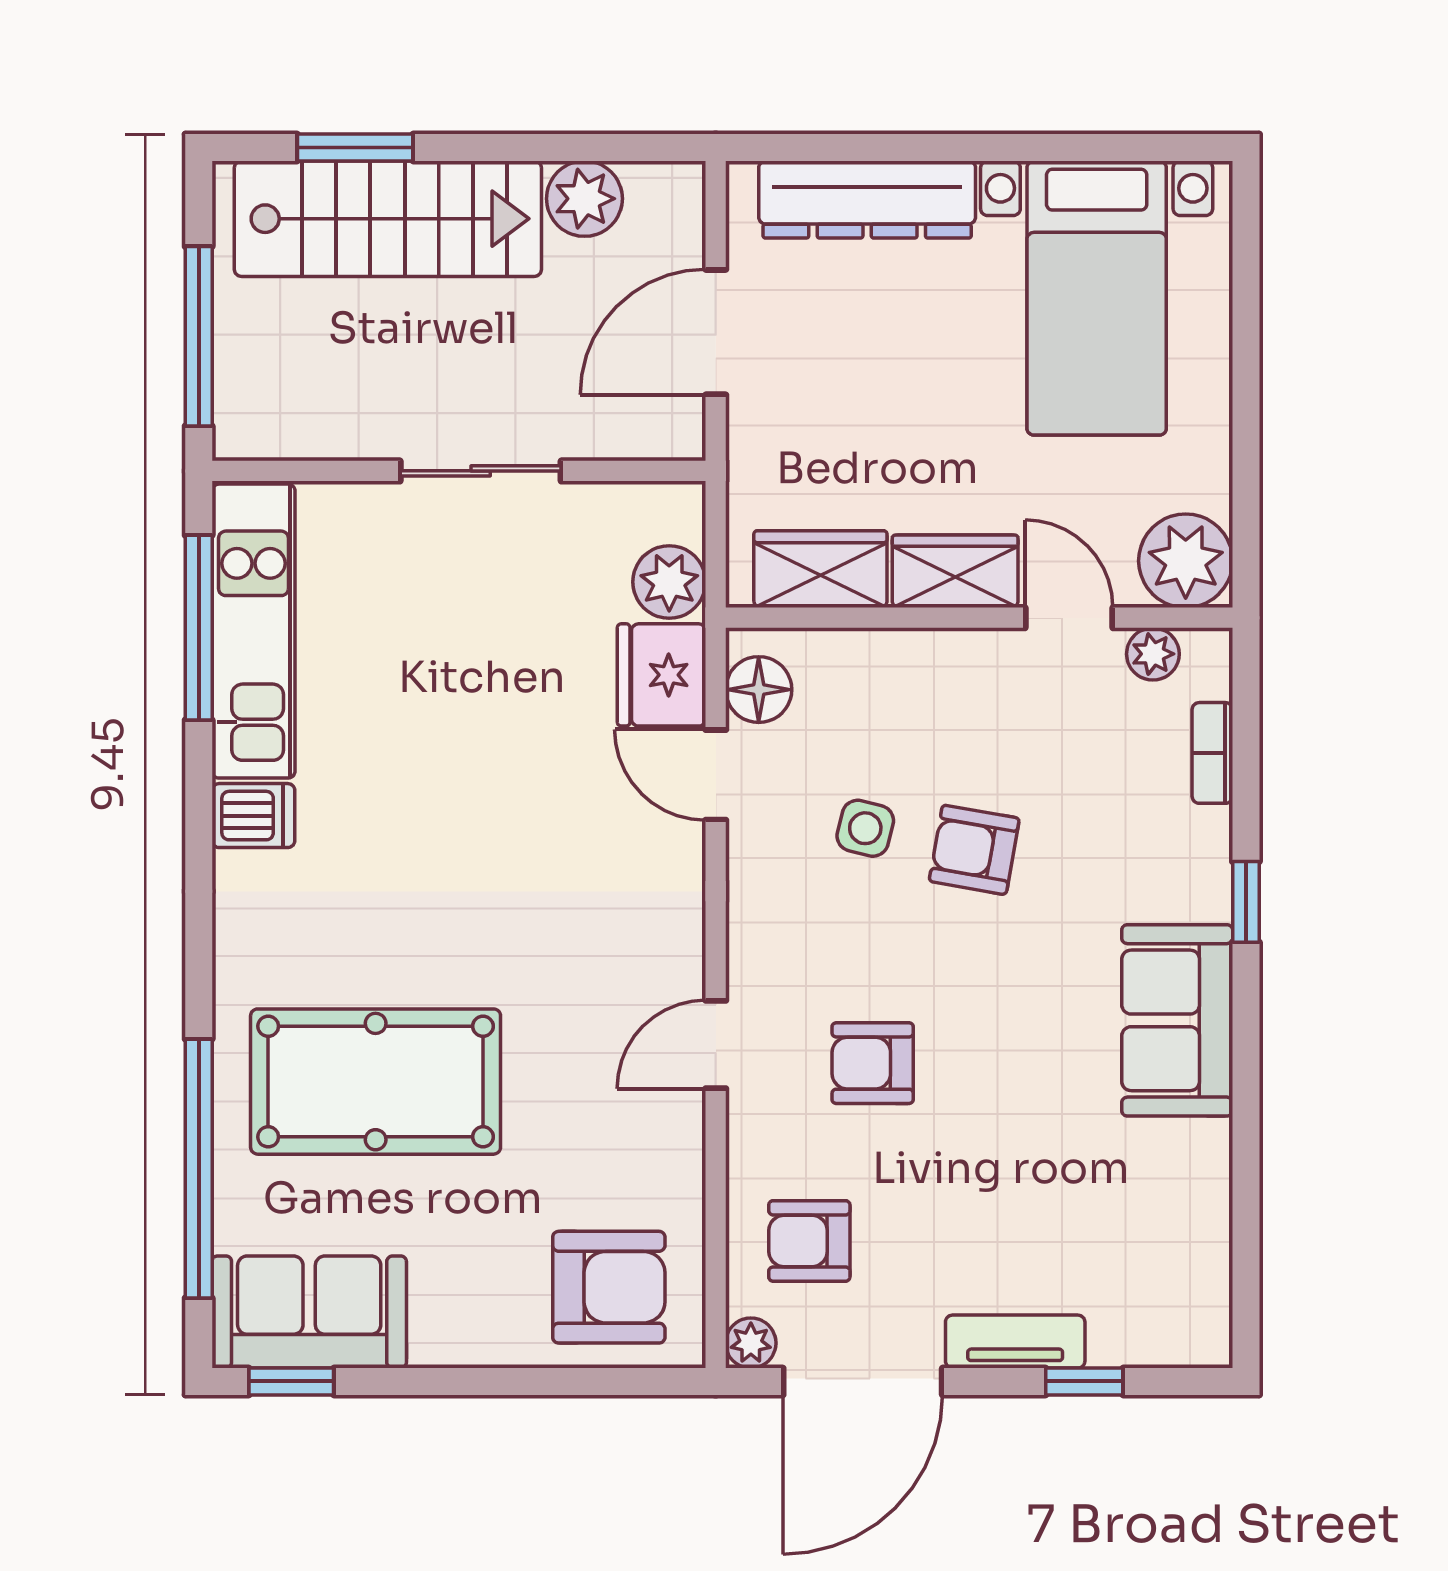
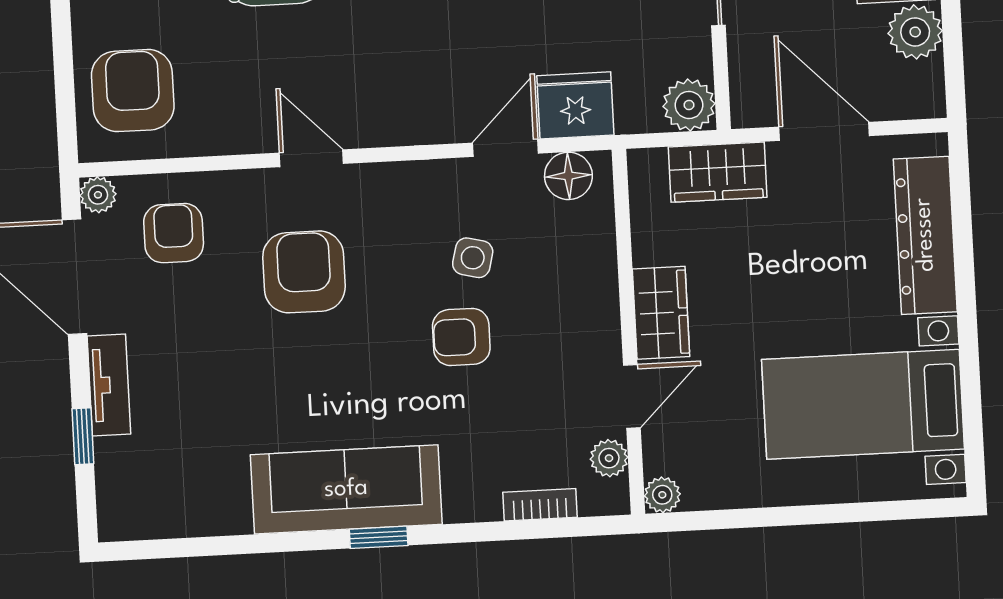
plant: (1186, 561) -> (662, 495), width x0.53, depth x0.53
wardrobe: (820, 569) -> (718, 172), moved, turned 90
plant: (669, 582) -> (689, 105), moved
armchair: (974, 850) -> (461, 337), turned -100
window: (1246, 902) -> (379, 537), moved
sofa: (1177, 1020) -> (346, 489), width x1.36
armchair: (873, 1063) -> (304, 272), width x1.38, depth x1.38
armchair: (609, 1287) -> (133, 91), turned 180

